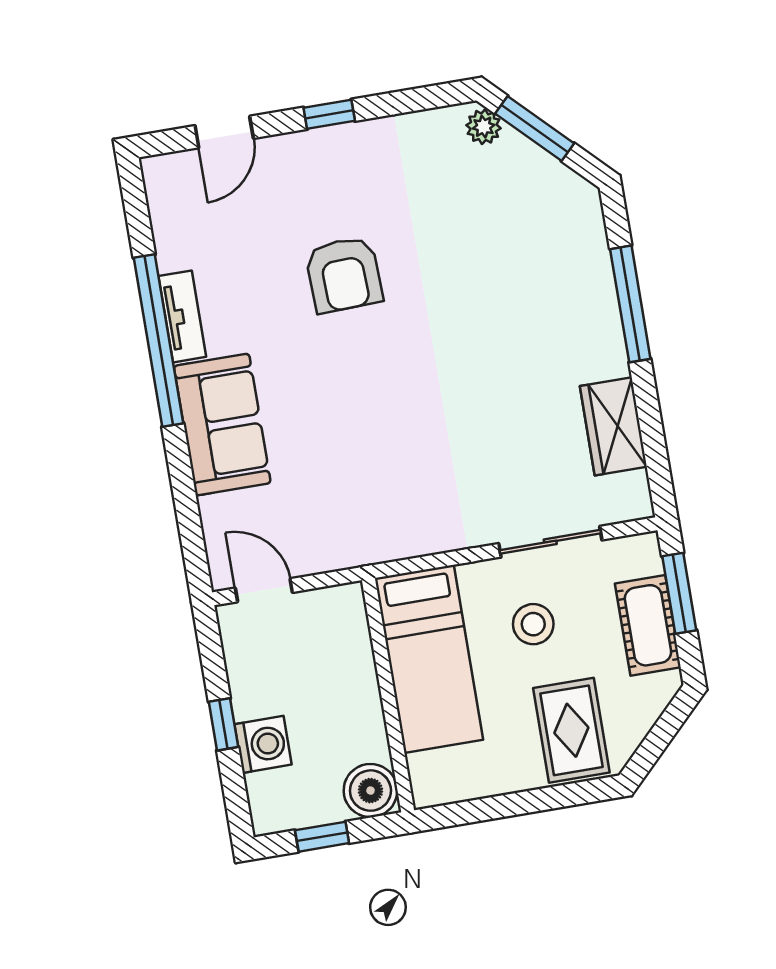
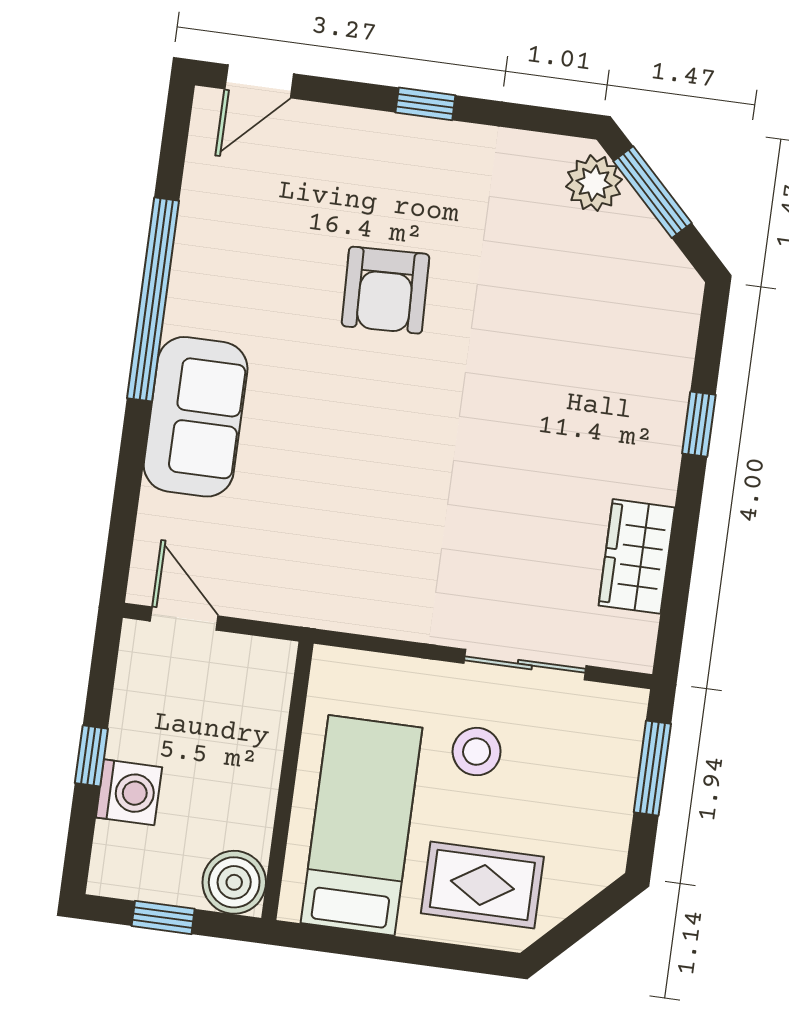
plant: (484, 127) -> (594, 183), width x1.38, depth x1.38
door: (224, 132) -> (259, 81), moved
window: (630, 304) -> (699, 424), width x0.46
tv unit: (182, 316) -> (188, 281), removed
cot: (648, 625) -> (606, 793), removed
bed: (429, 659) -> (361, 825), moved, turned 180
rug: (571, 730) -> (482, 885), turned 90

